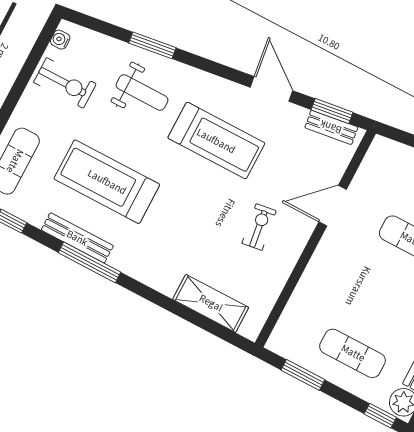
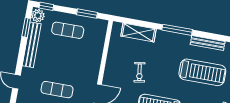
exercise bike: (259, 227) -> (140, 72), moved
window: (89, 262) -> (177, 30), moved

